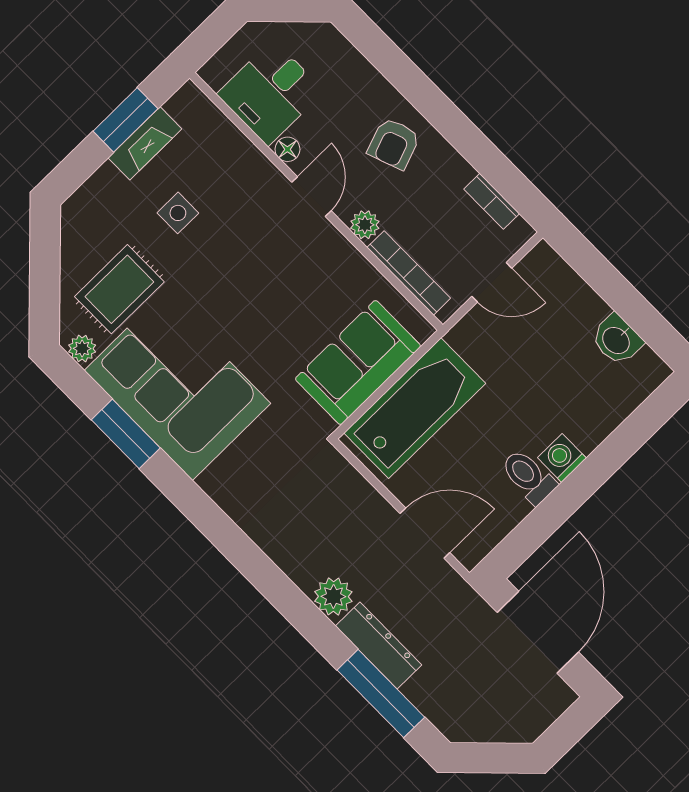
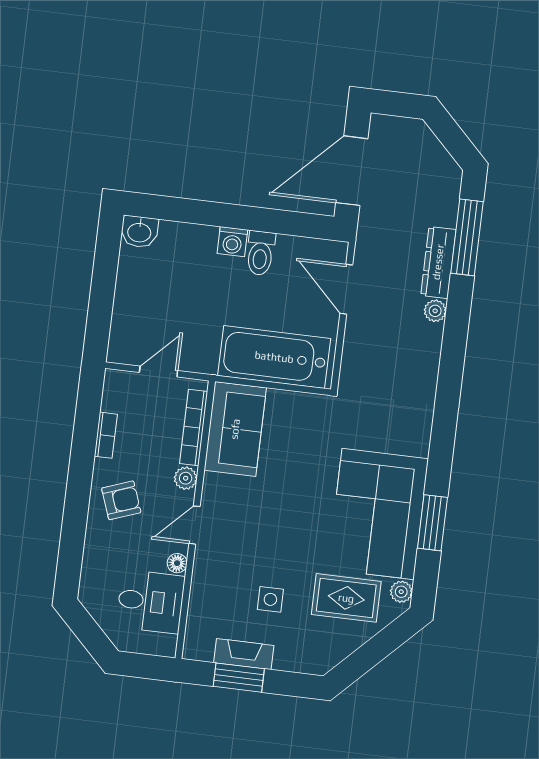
bookcase: (492, 201) -> (106, 435), moved
door: (492, 282) -> (159, 372), hinge flipped
washbasin: (617, 340) -> (139, 232), moved, turned 90
sofa: (358, 363) -> (235, 429), moved, turned -90
plant: (333, 596) -> (435, 311), width x0.73, depth x0.73

